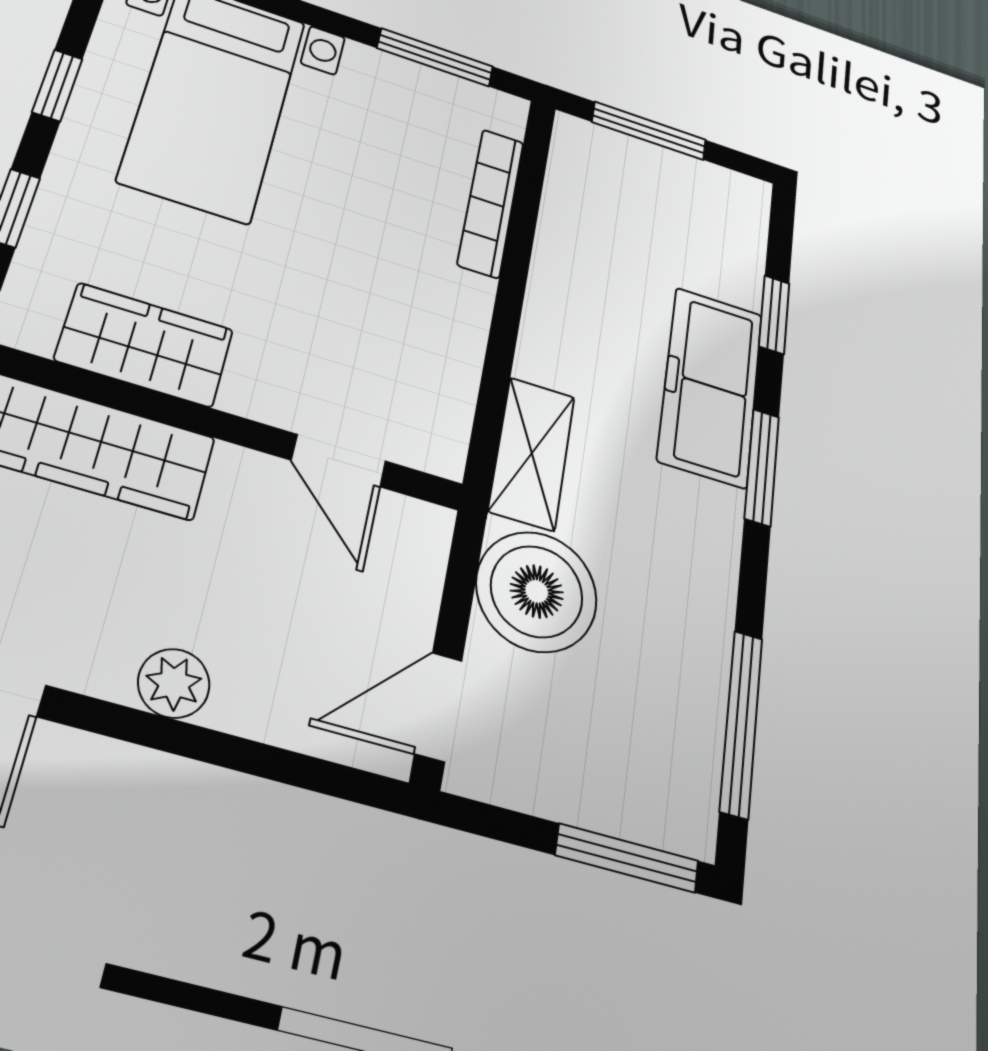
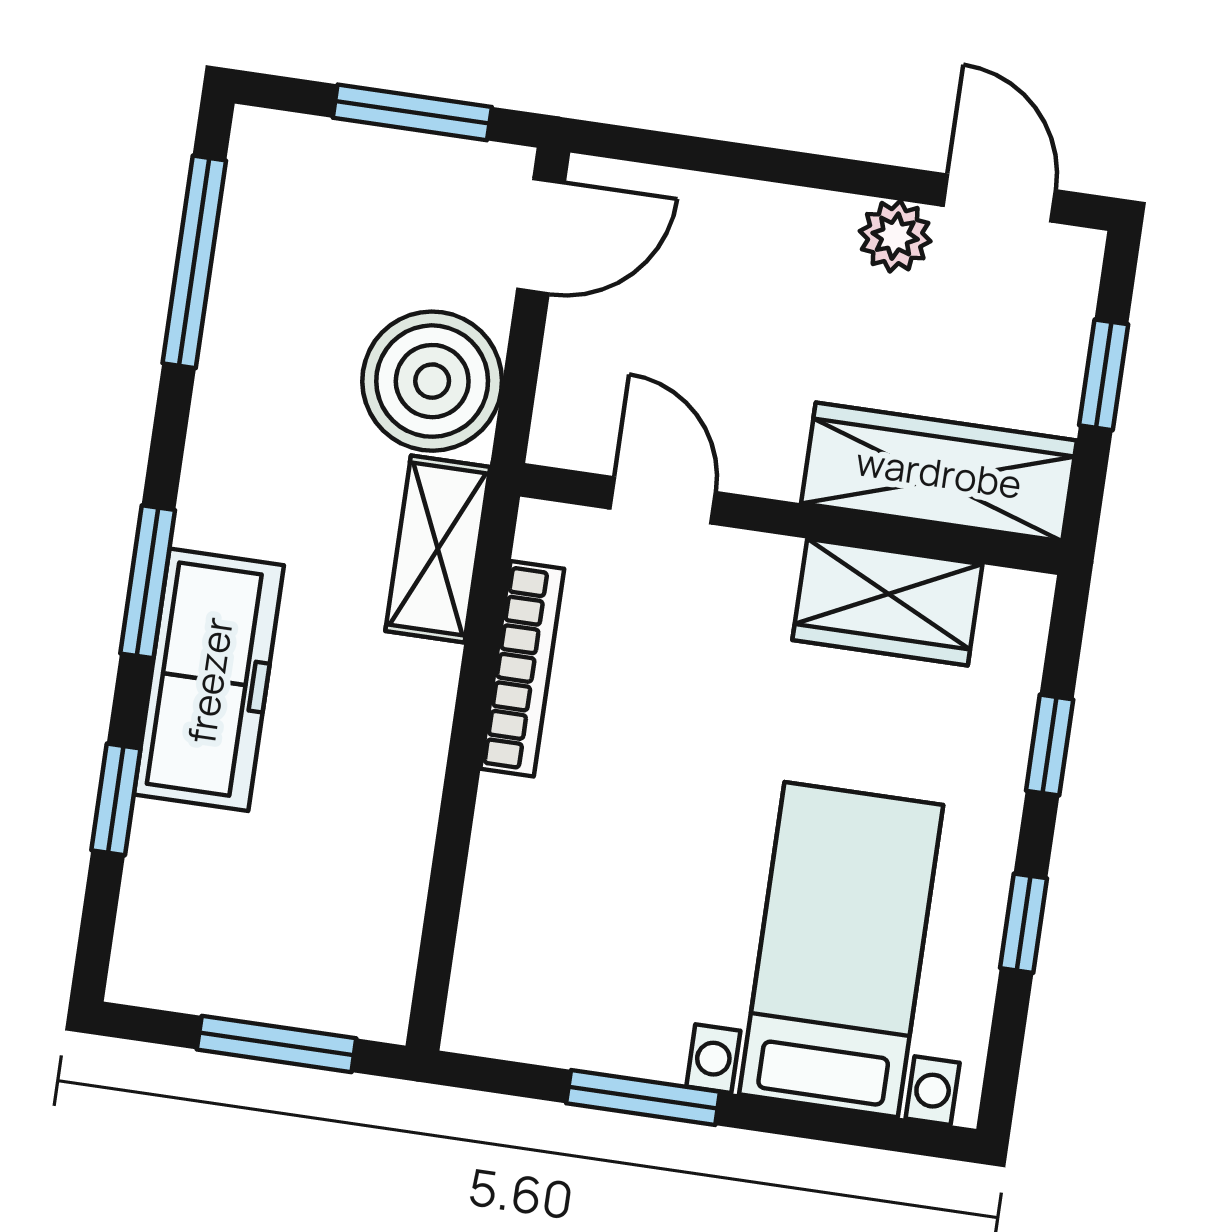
window: (435, 57) -> (643, 1097), moved
bookcase: (491, 203) -> (522, 669), moved
plant: (174, 683) -> (895, 236), moved
window: (627, 858) -> (412, 112), moved

